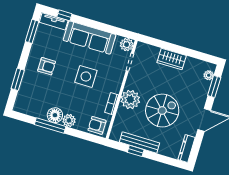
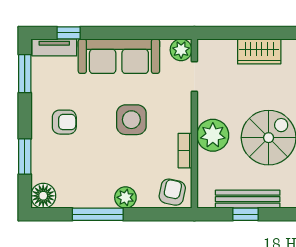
floor lamp: (55, 115) -> (43, 196), moved
armchair: (97, 125) -> (172, 192), turned 102

